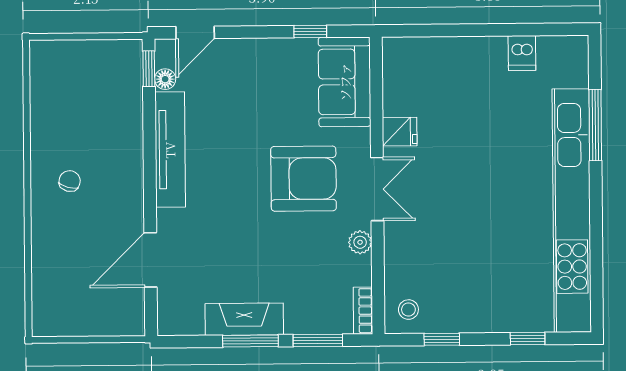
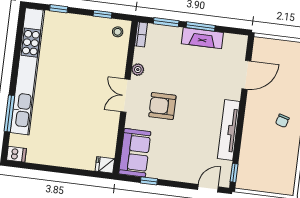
dishwasher: (522, 53) -> (16, 154), moved, turned 90
floor lamp: (165, 79) -> (226, 166), removed
fridge: (400, 132) -> (105, 165), moved
armchair: (304, 179) -> (162, 106), width x0.73, depth x0.73

